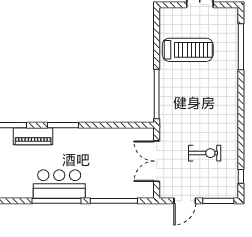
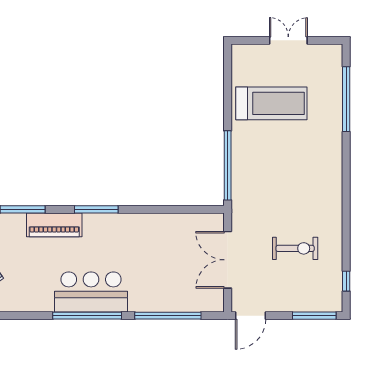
door: (185, 201) -> (250, 316), moved

